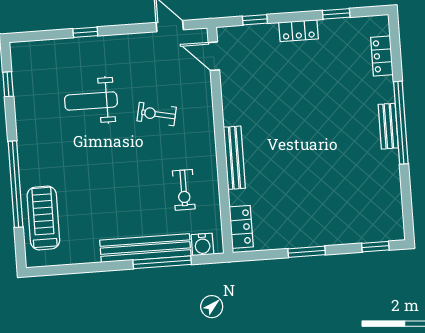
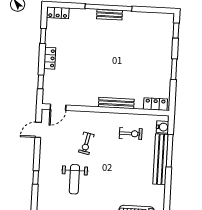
locker: (382, 56) -> (58, 13), moved

